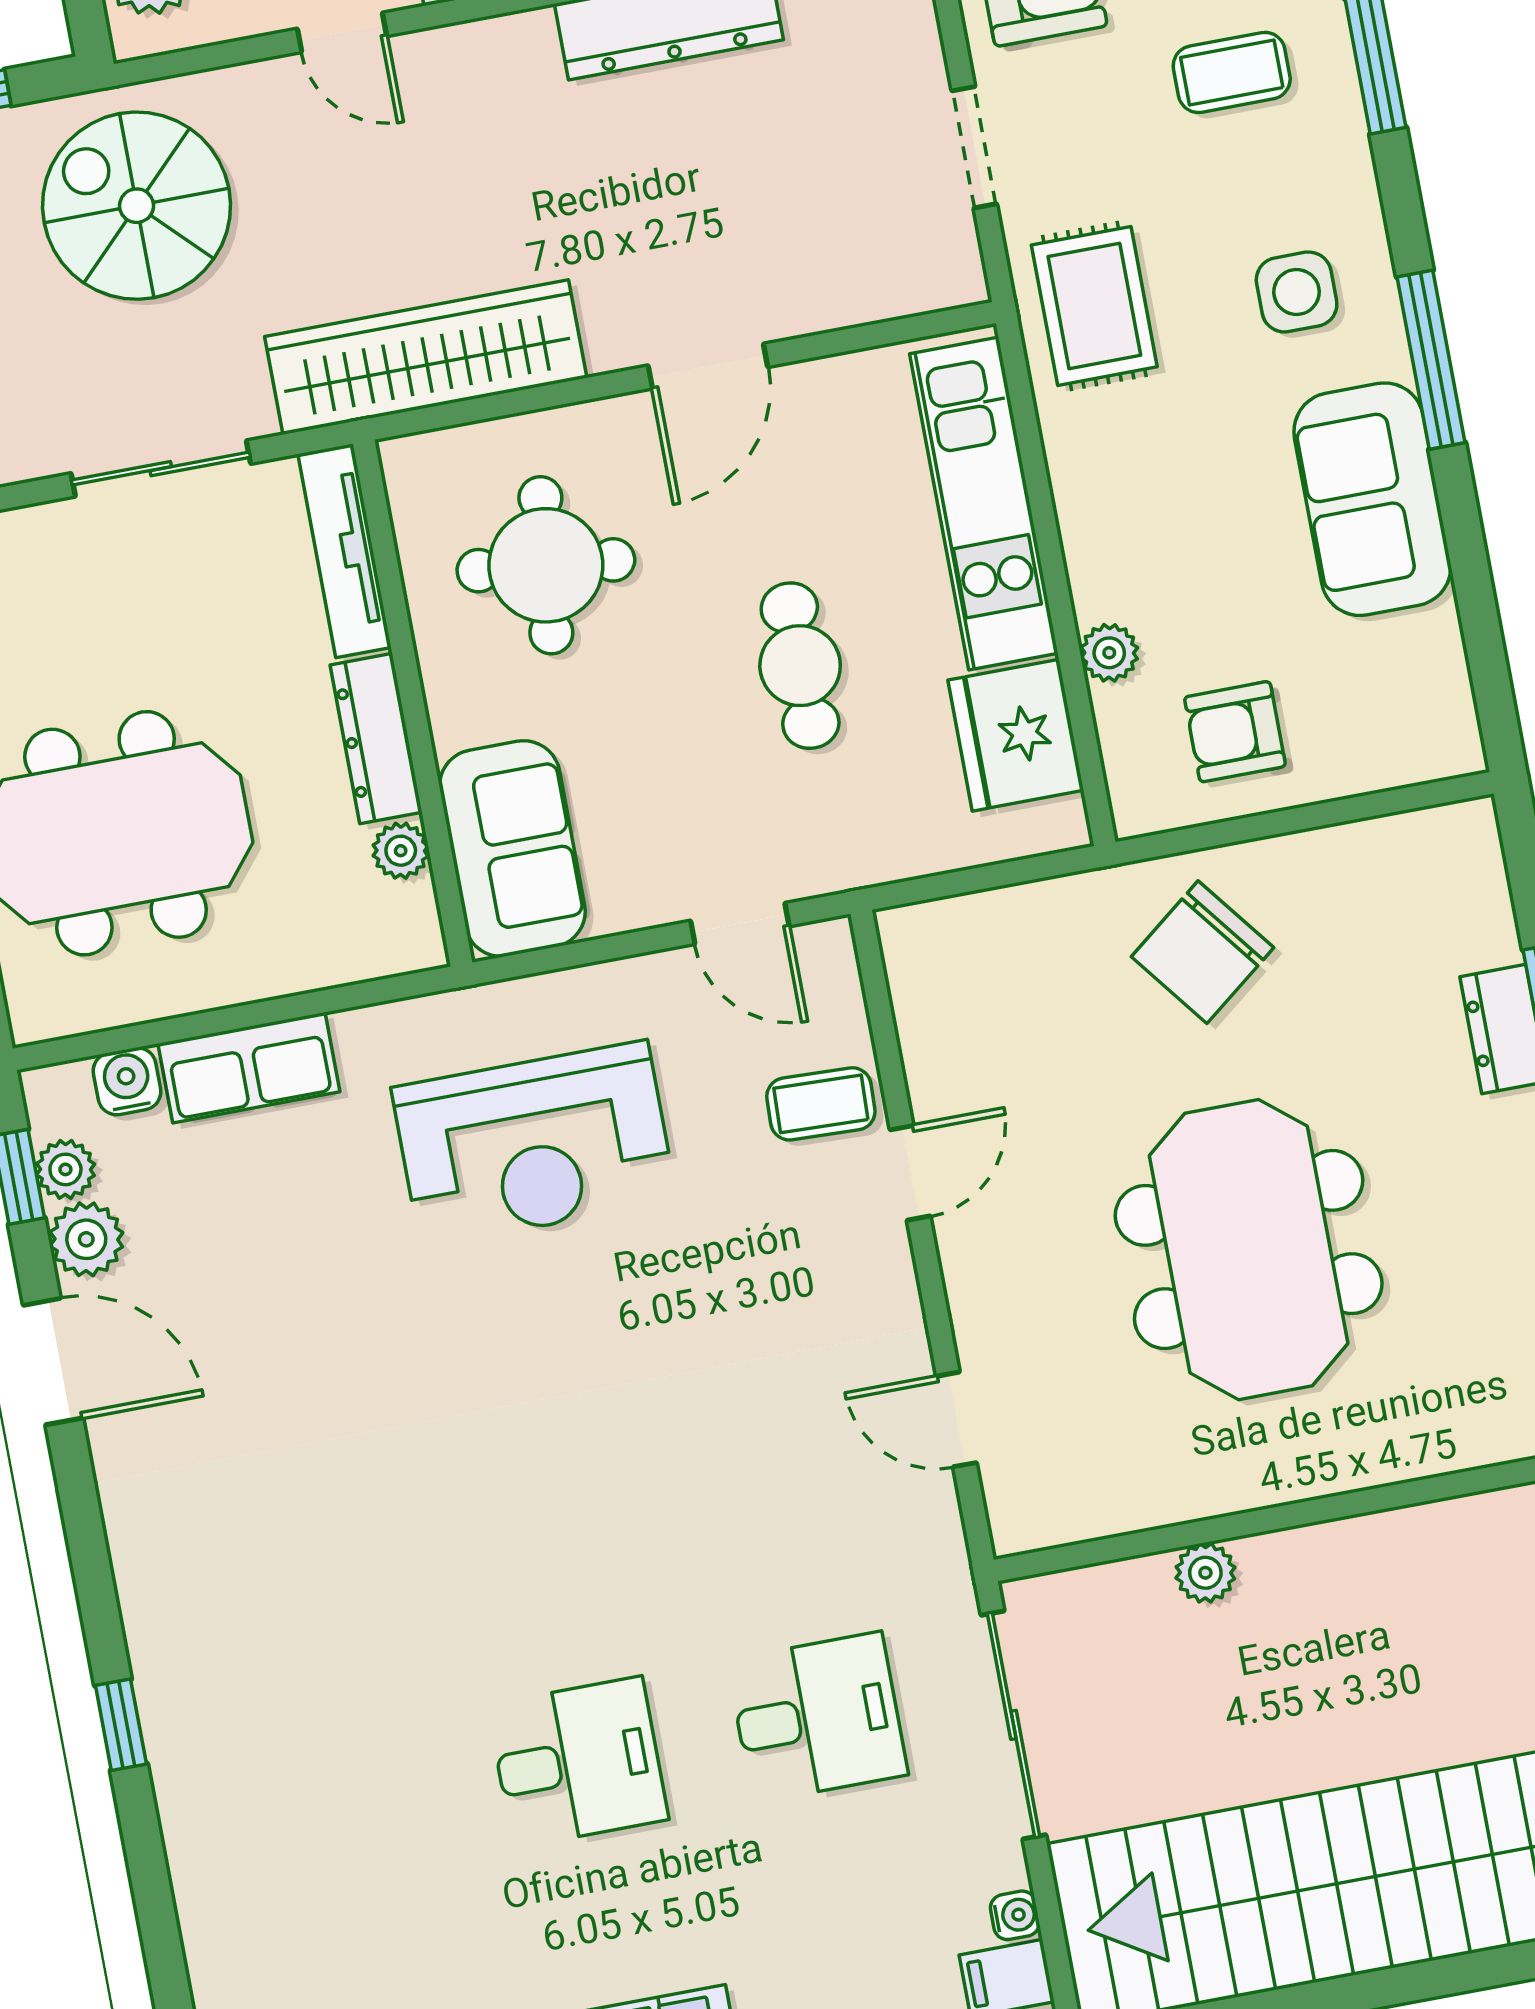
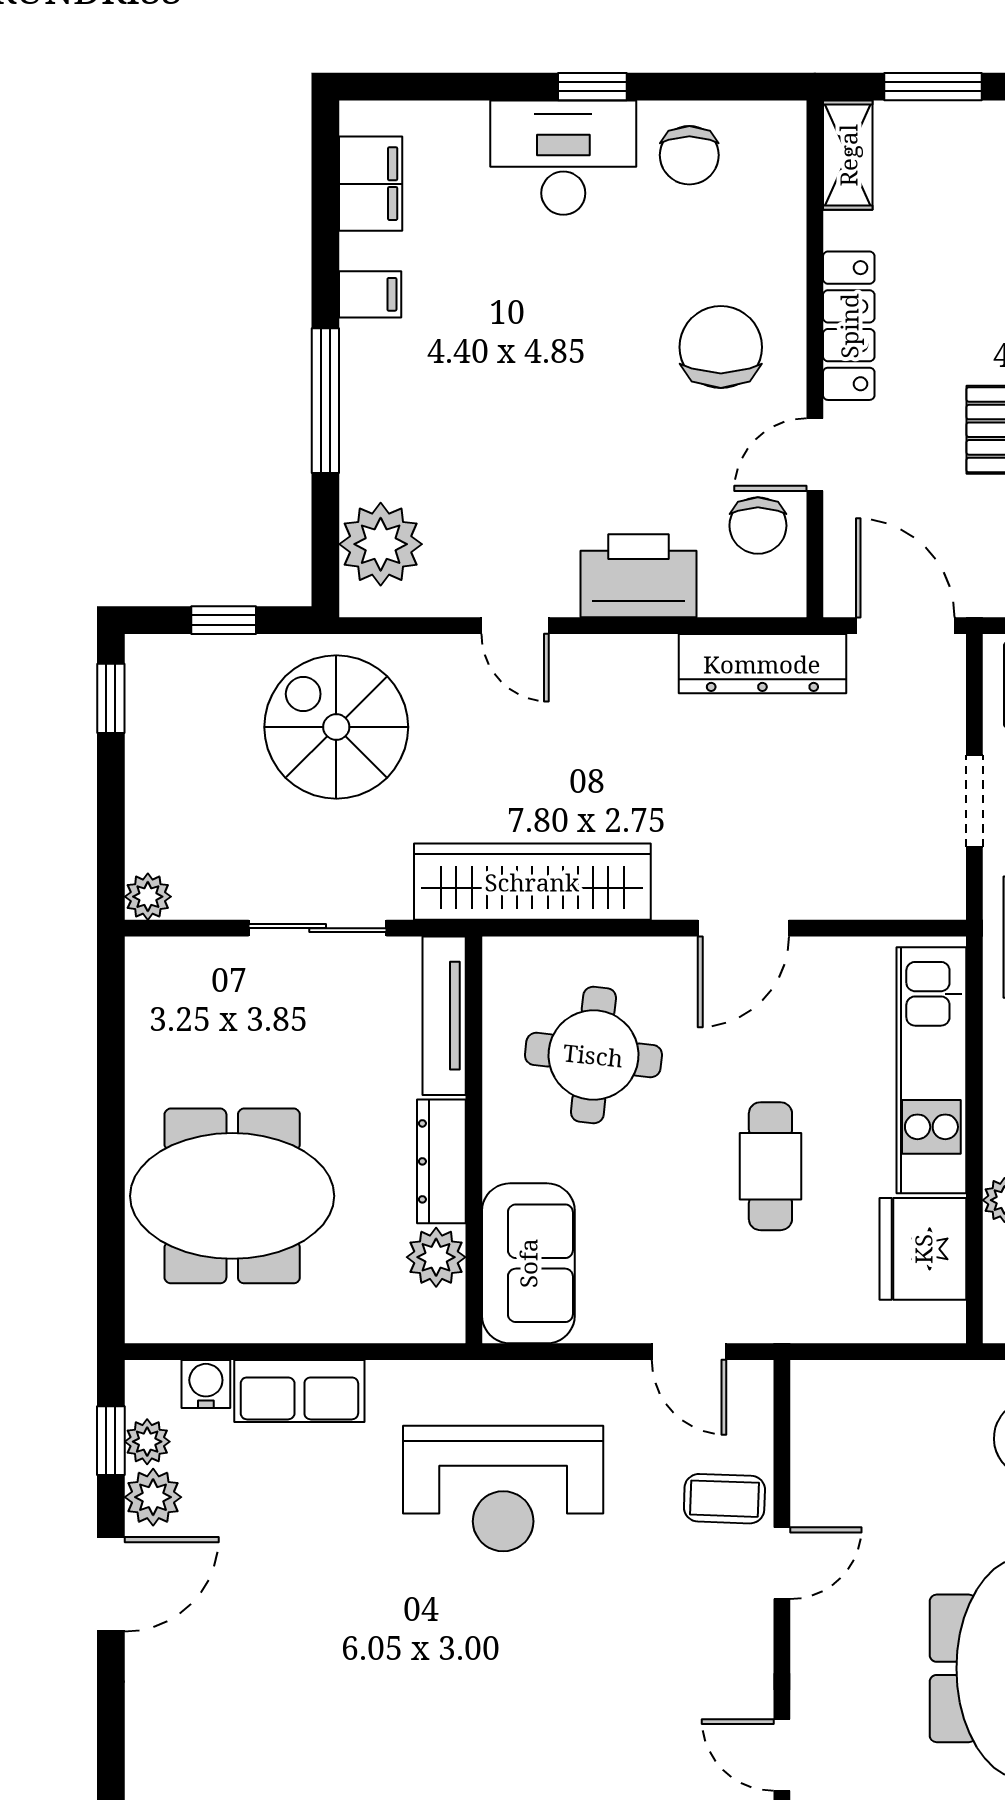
plant: (401, 851) -> (436, 1257), width x1.38, depth x1.38
door: (53, 1362) -> (111, 1584), hinge flipped

